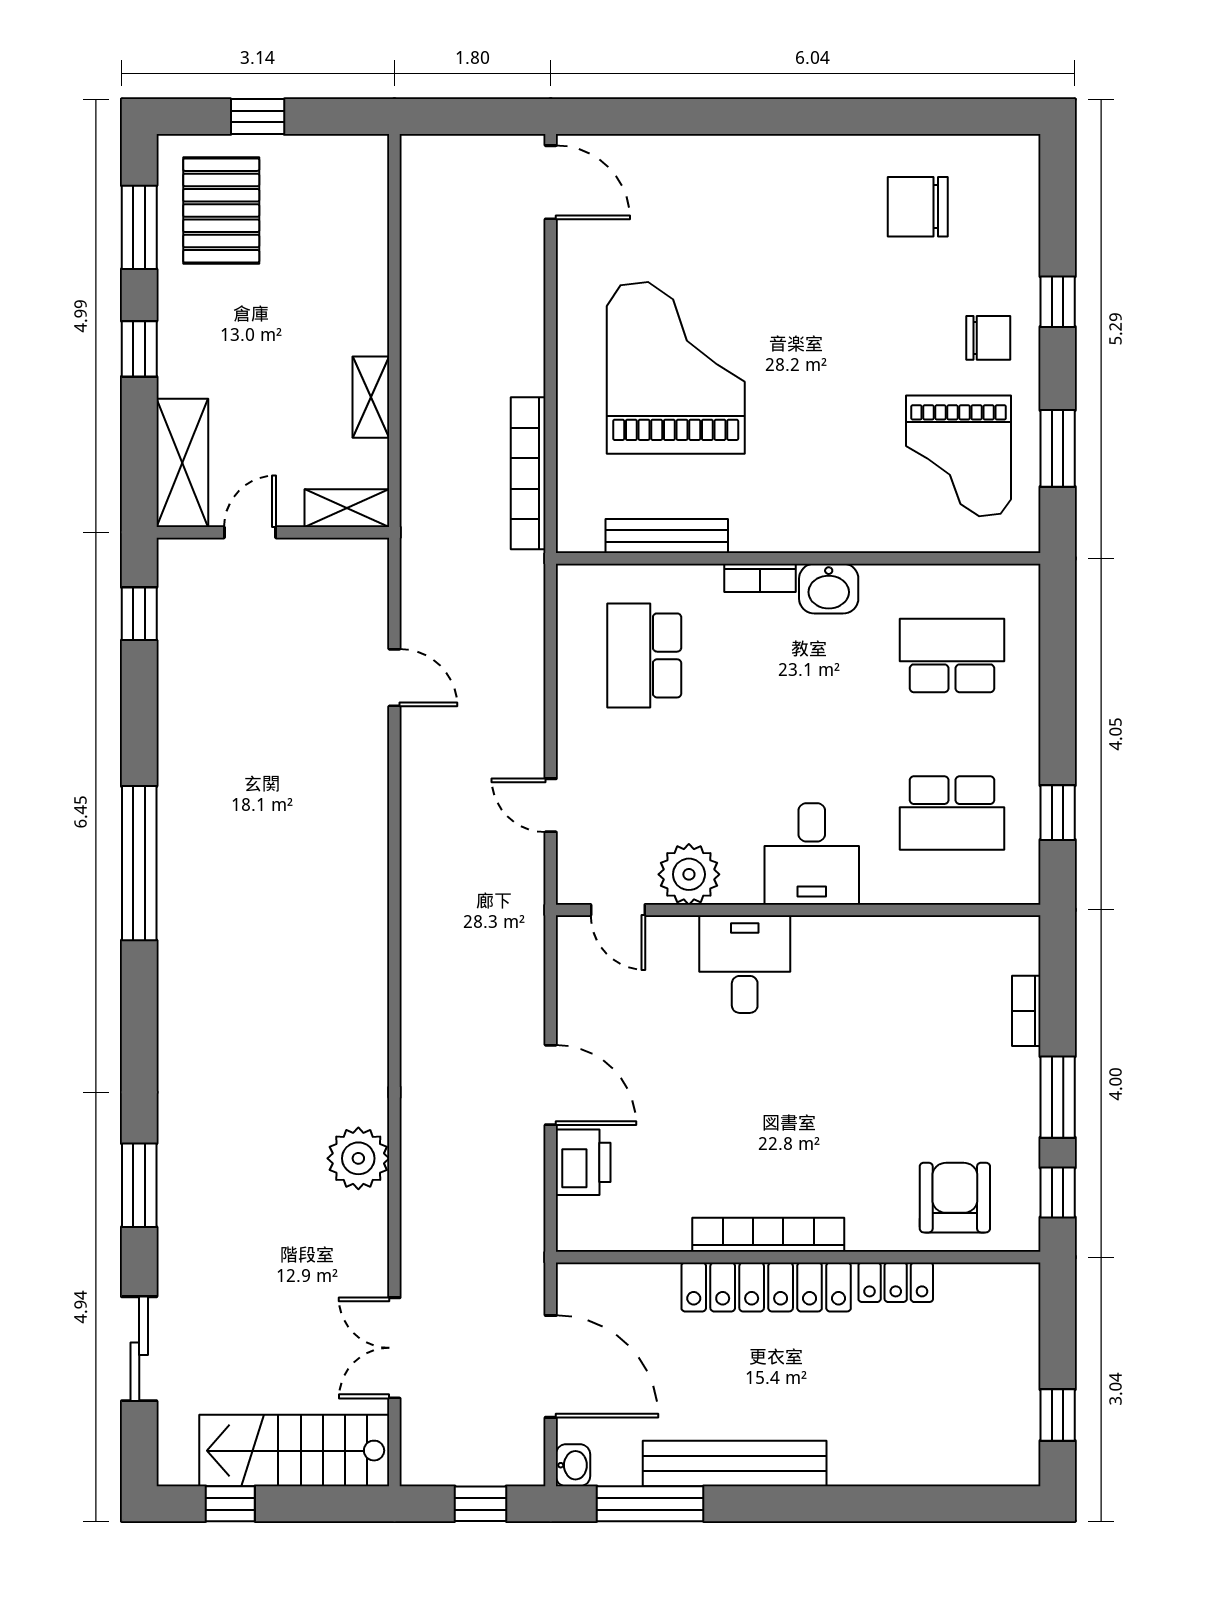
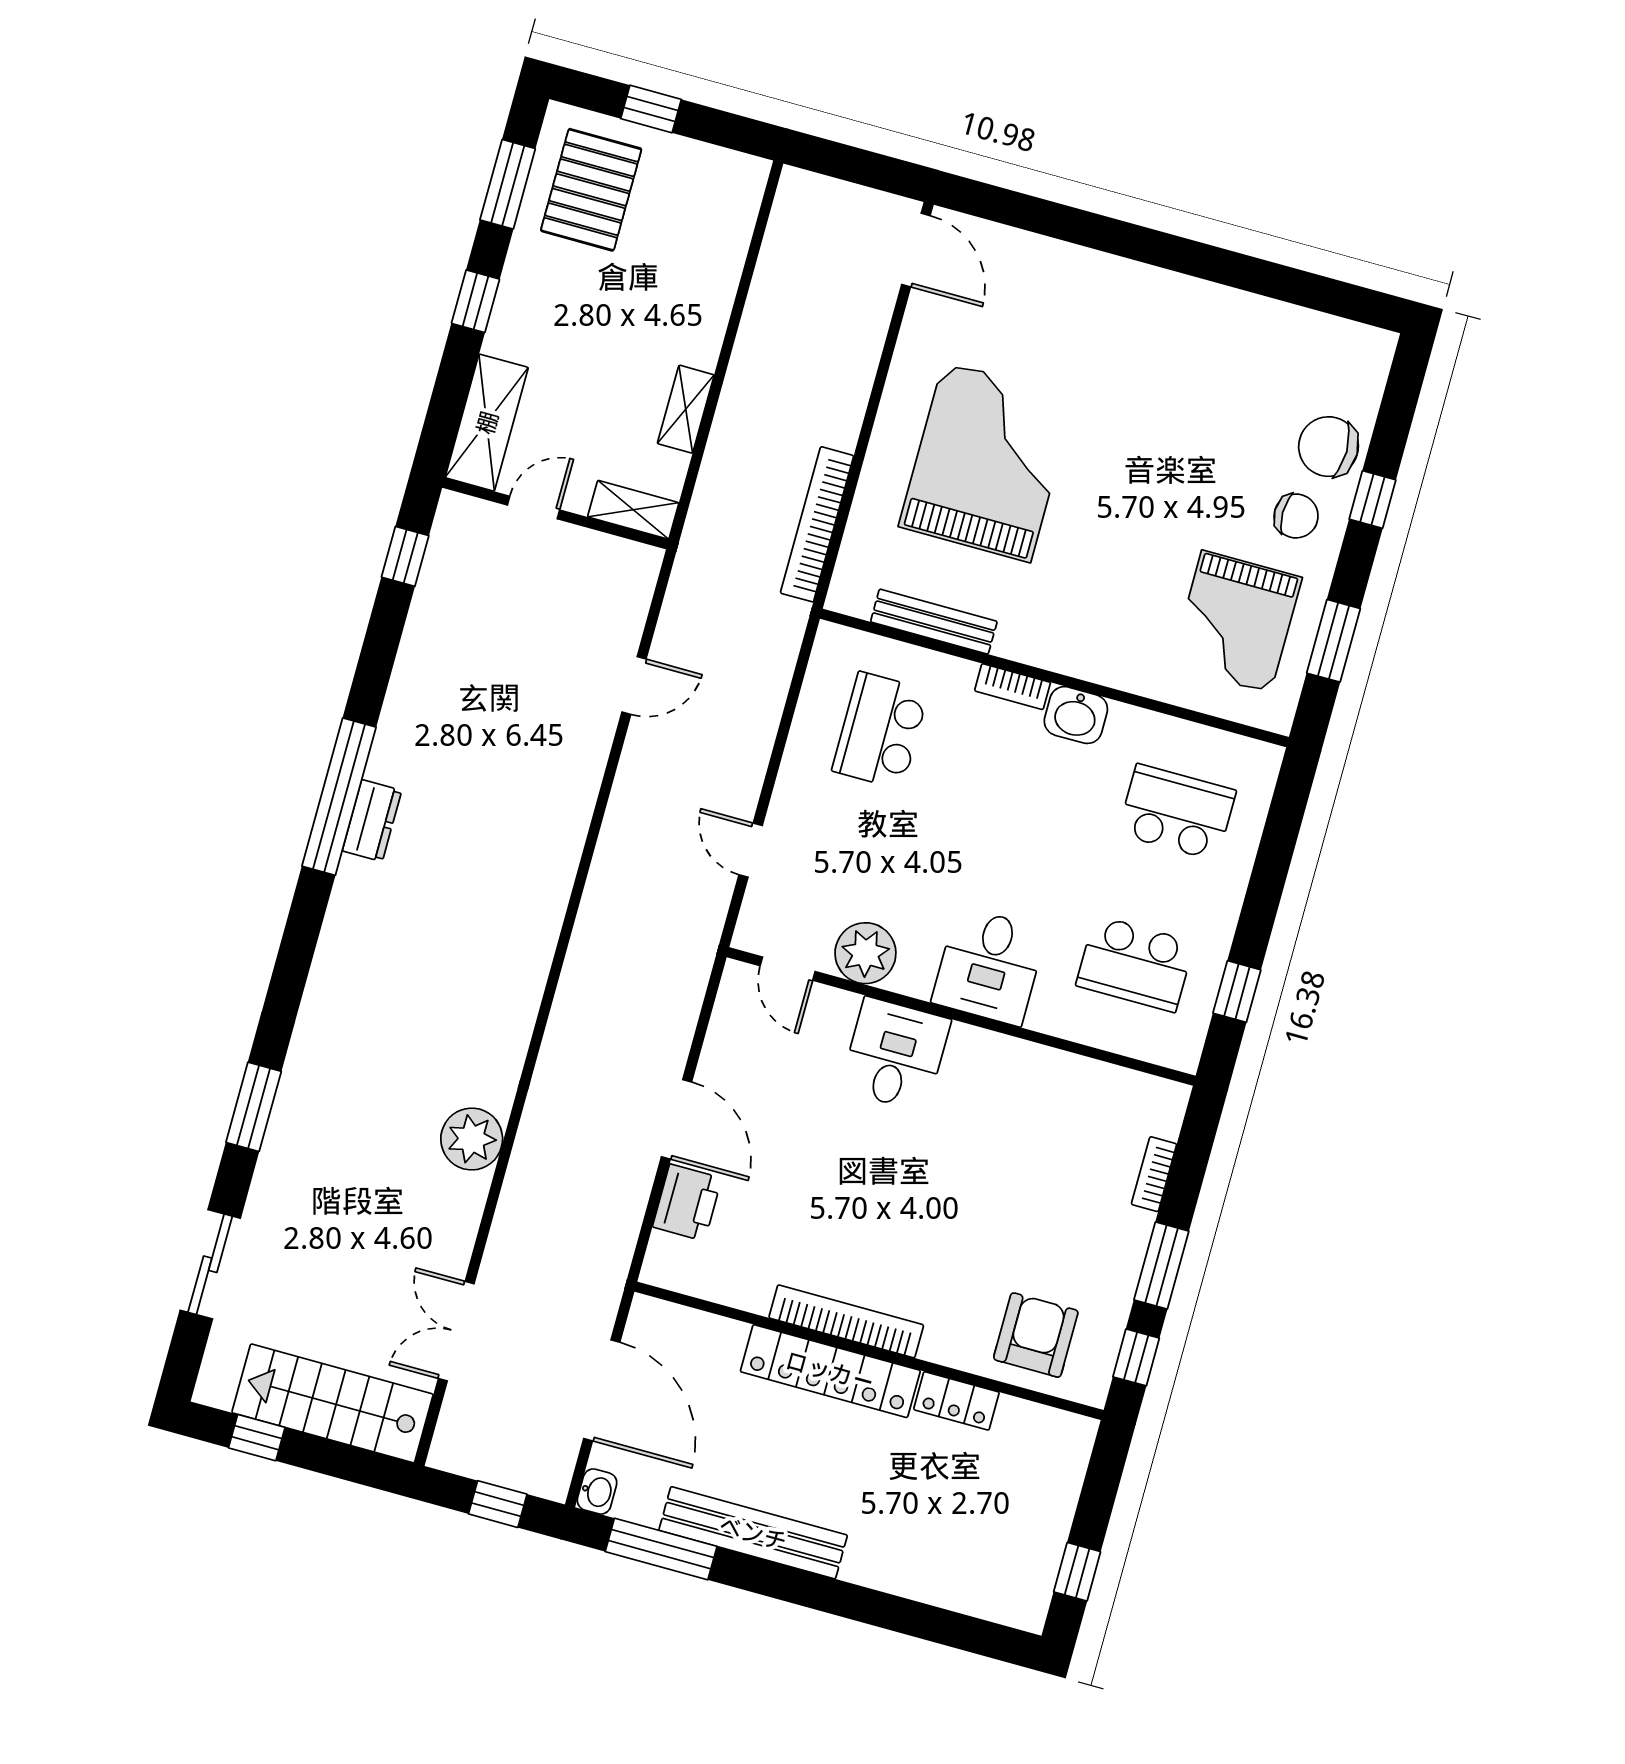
chair: (918, 207) -> (1329, 447), moved
door: (394, 678) -> (634, 686), hinge flipped
dresser: (177, 878) -> (372, 821), added

